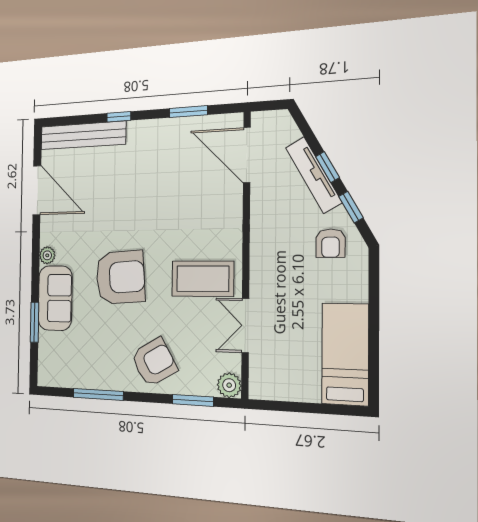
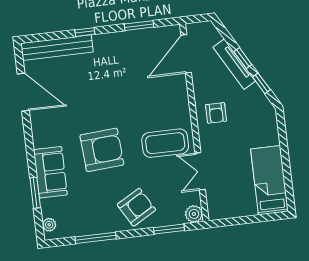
door: (247, 155) -> (186, 54), hinge flipped
armchair: (330, 243) -> (216, 113), moved
plant: (47, 255) -> (49, 225), moved

